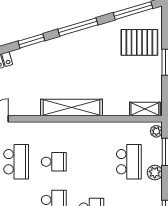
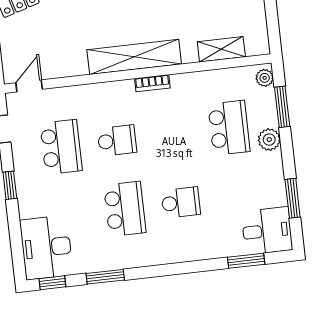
shelving: (145, 109) -> (221, 49), moved
bookcase: (81, 126) -> (152, 83), added

